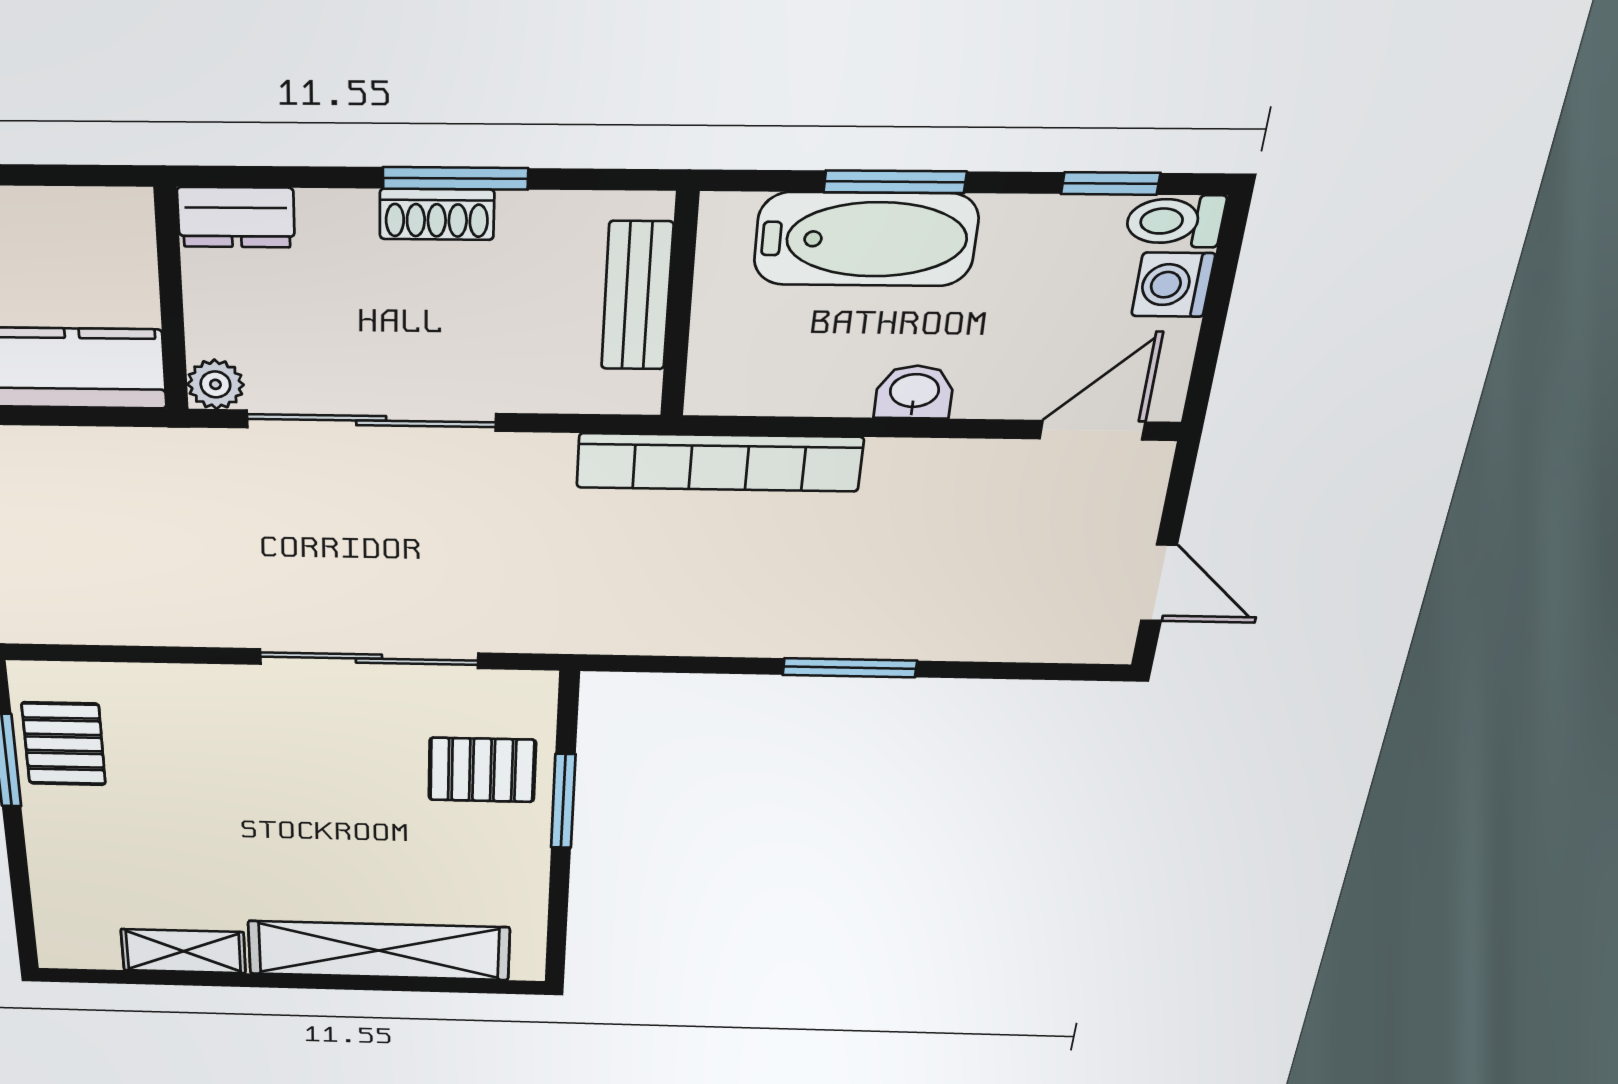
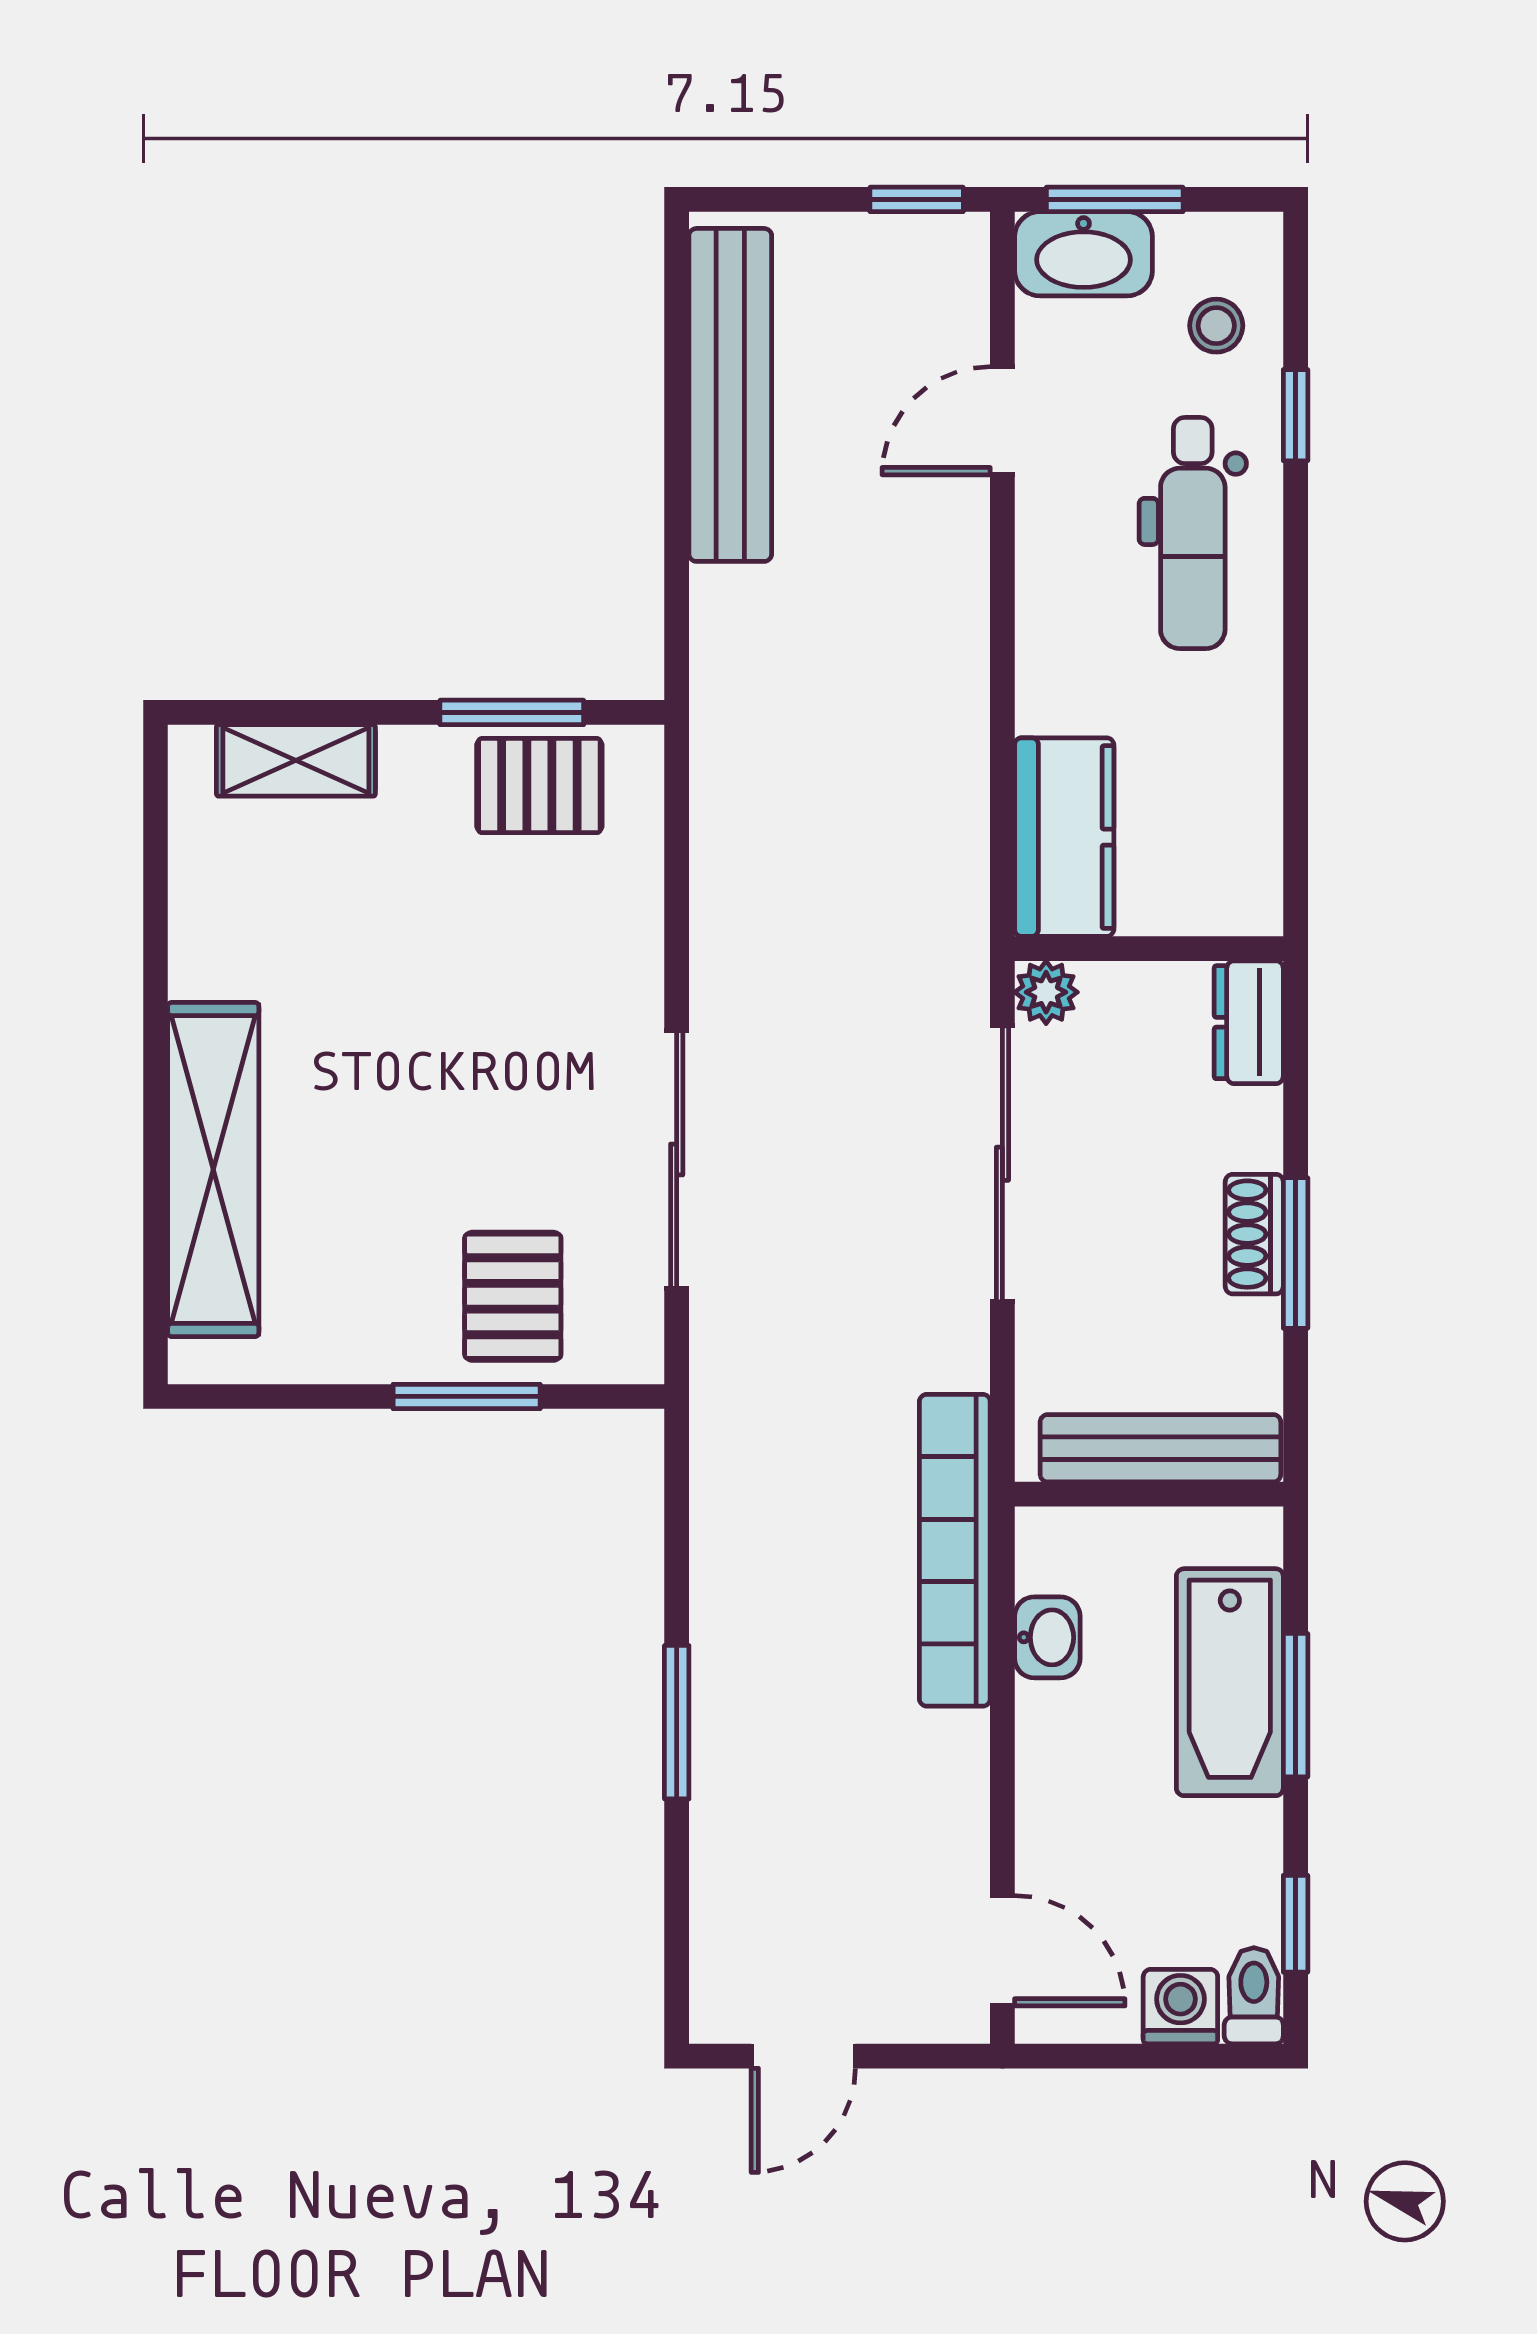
bench: (637, 296) -> (1160, 1448), width x1.36
washbasin: (914, 392) -> (1047, 1637), moved
shelving: (183, 951) -> (296, 760), moved, turned 90

